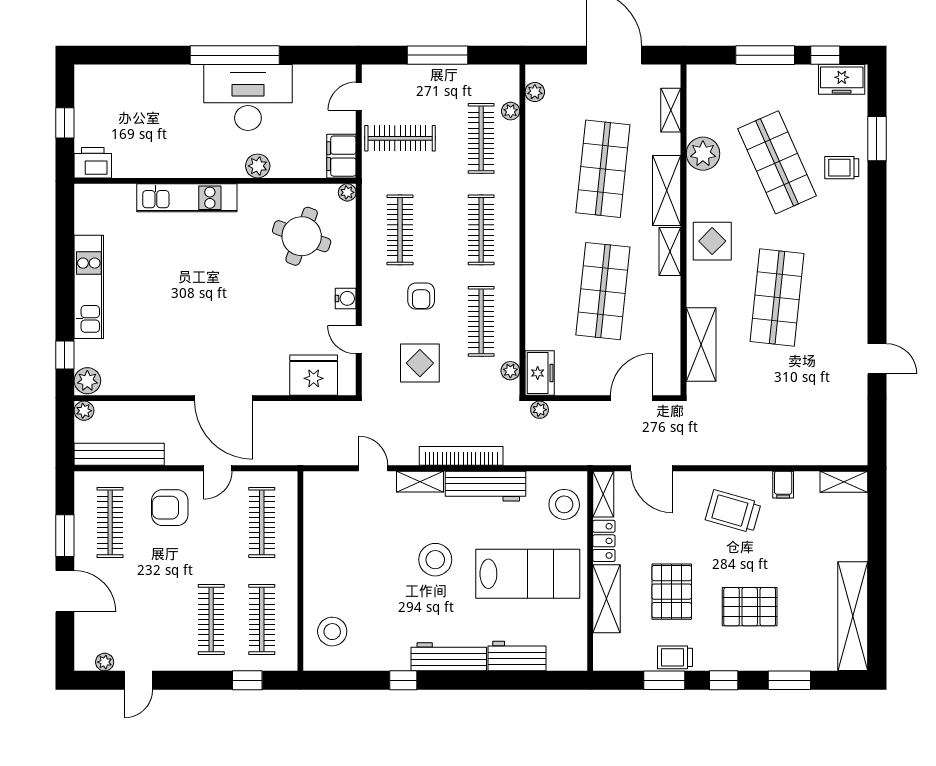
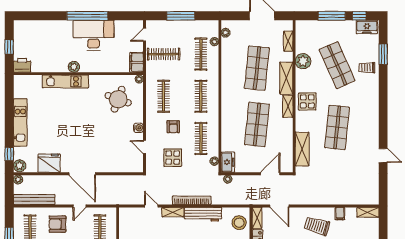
plant: (258, 166) -> (74, 67), moved
fridge: (314, 375) -> (49, 163), moved

